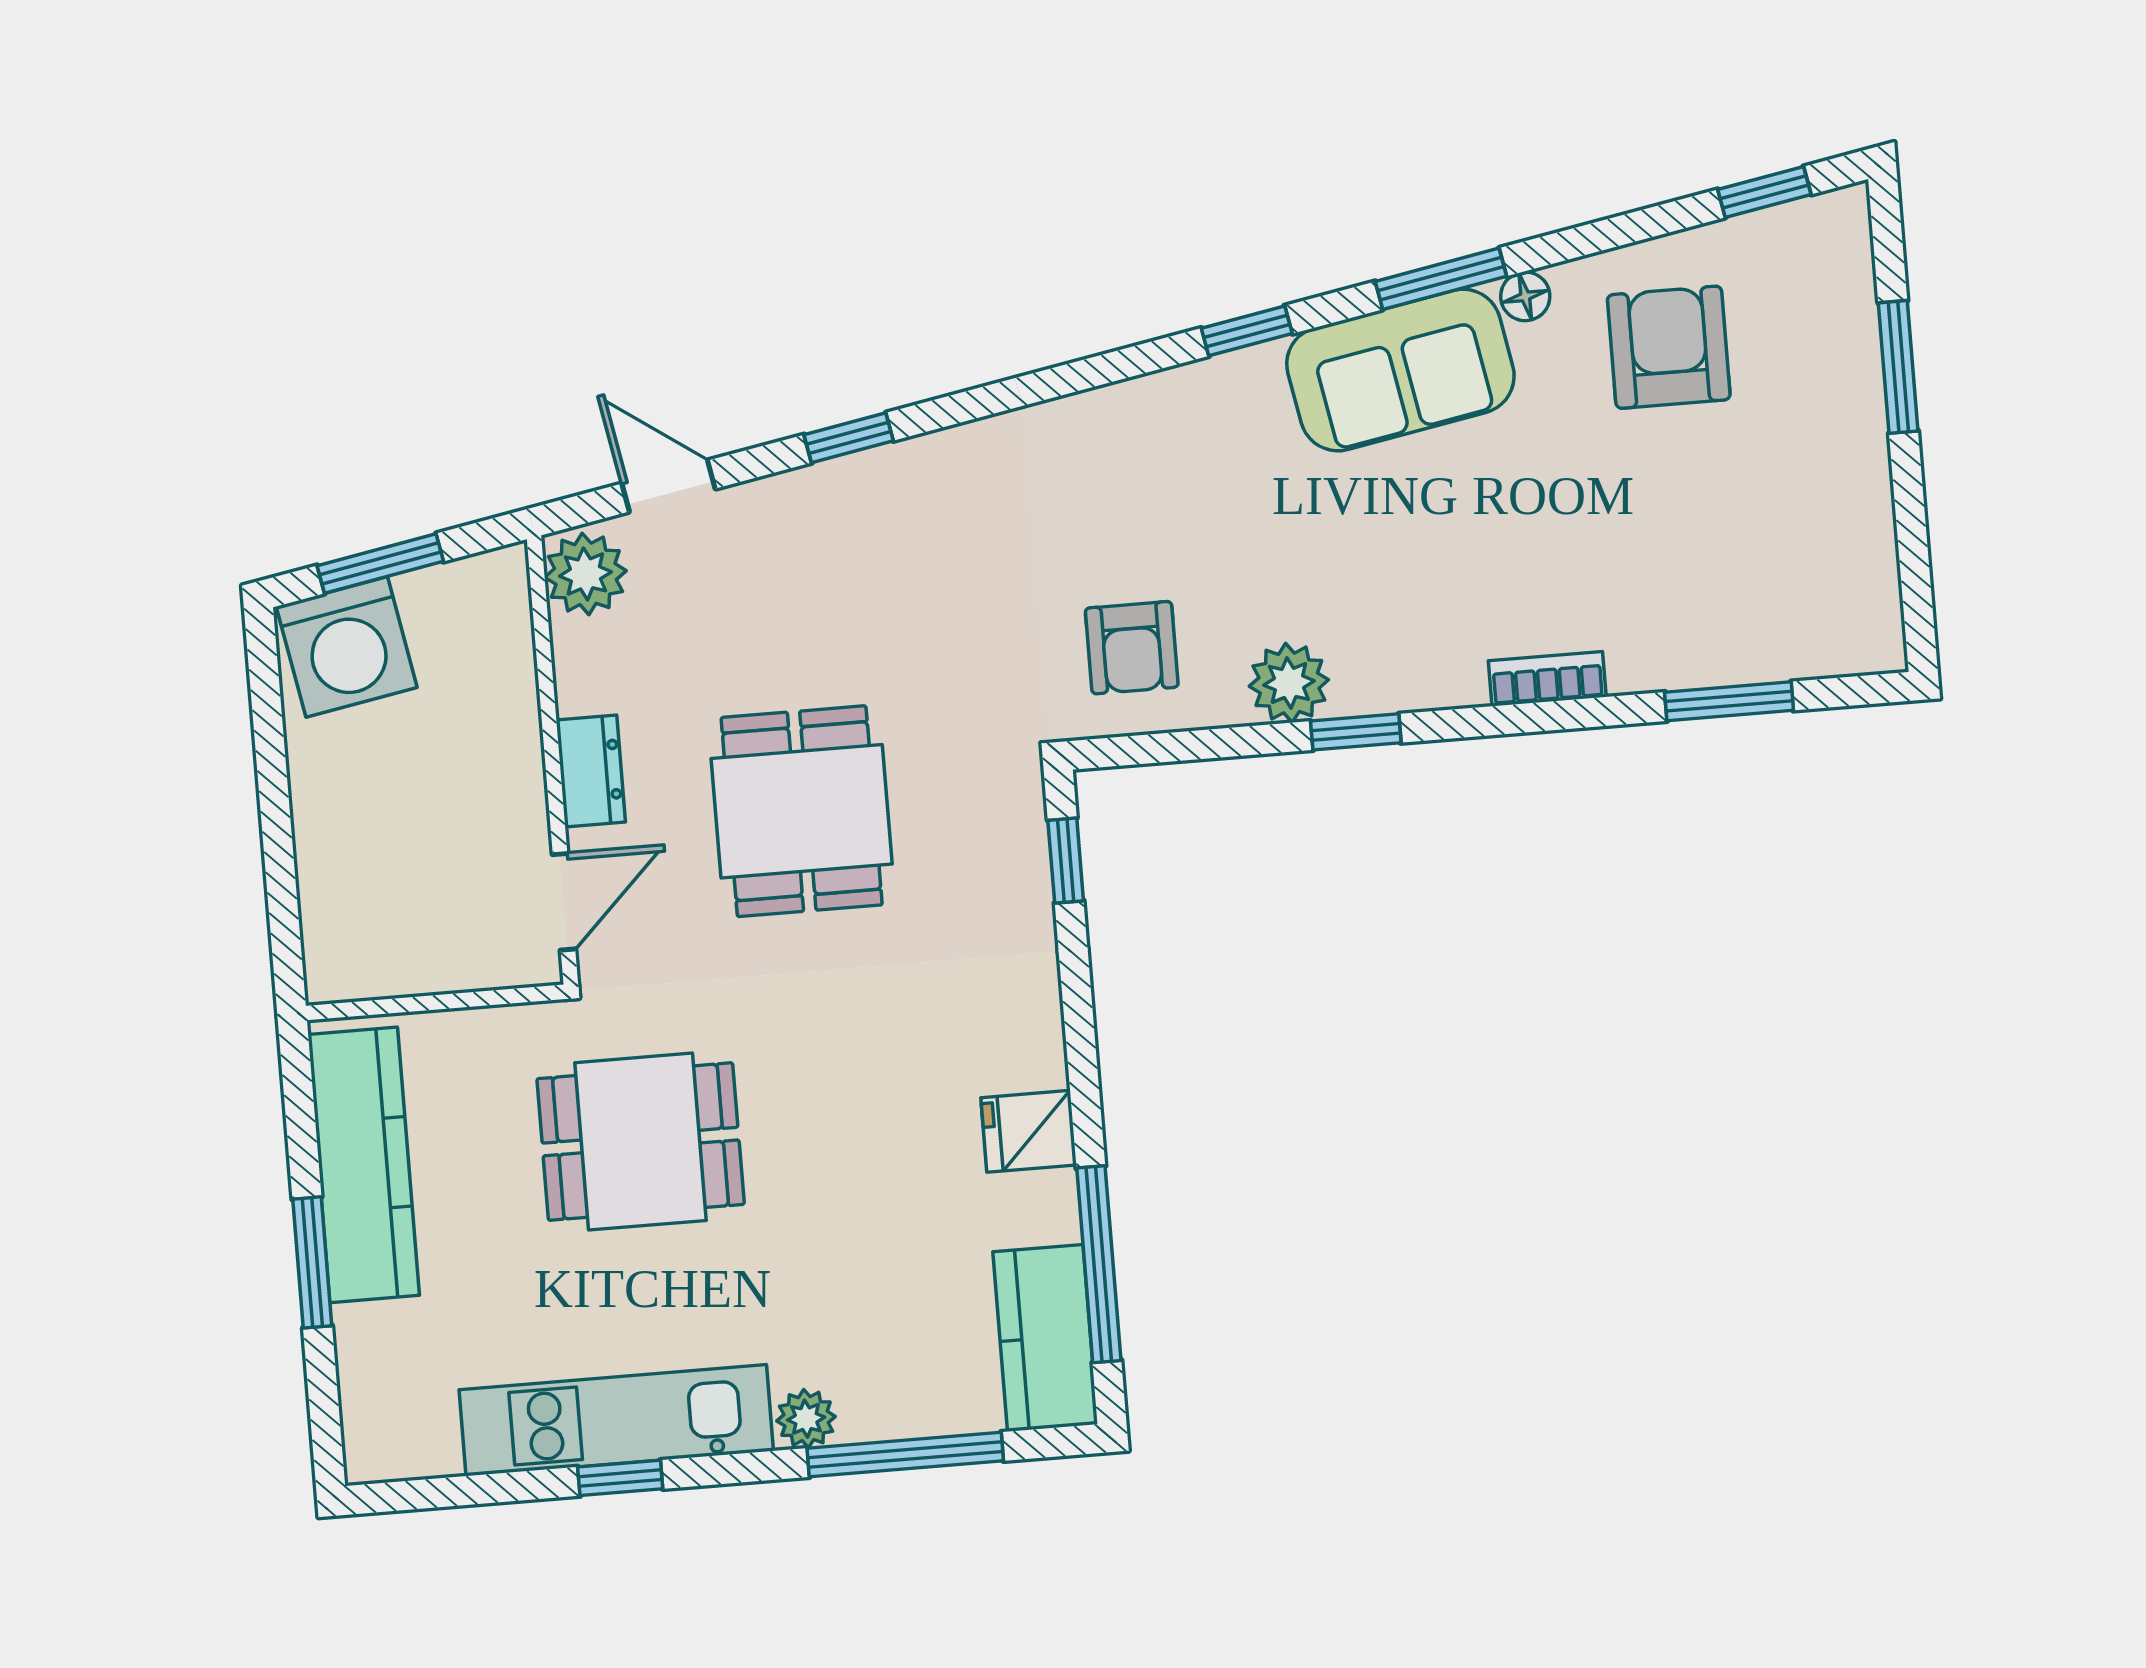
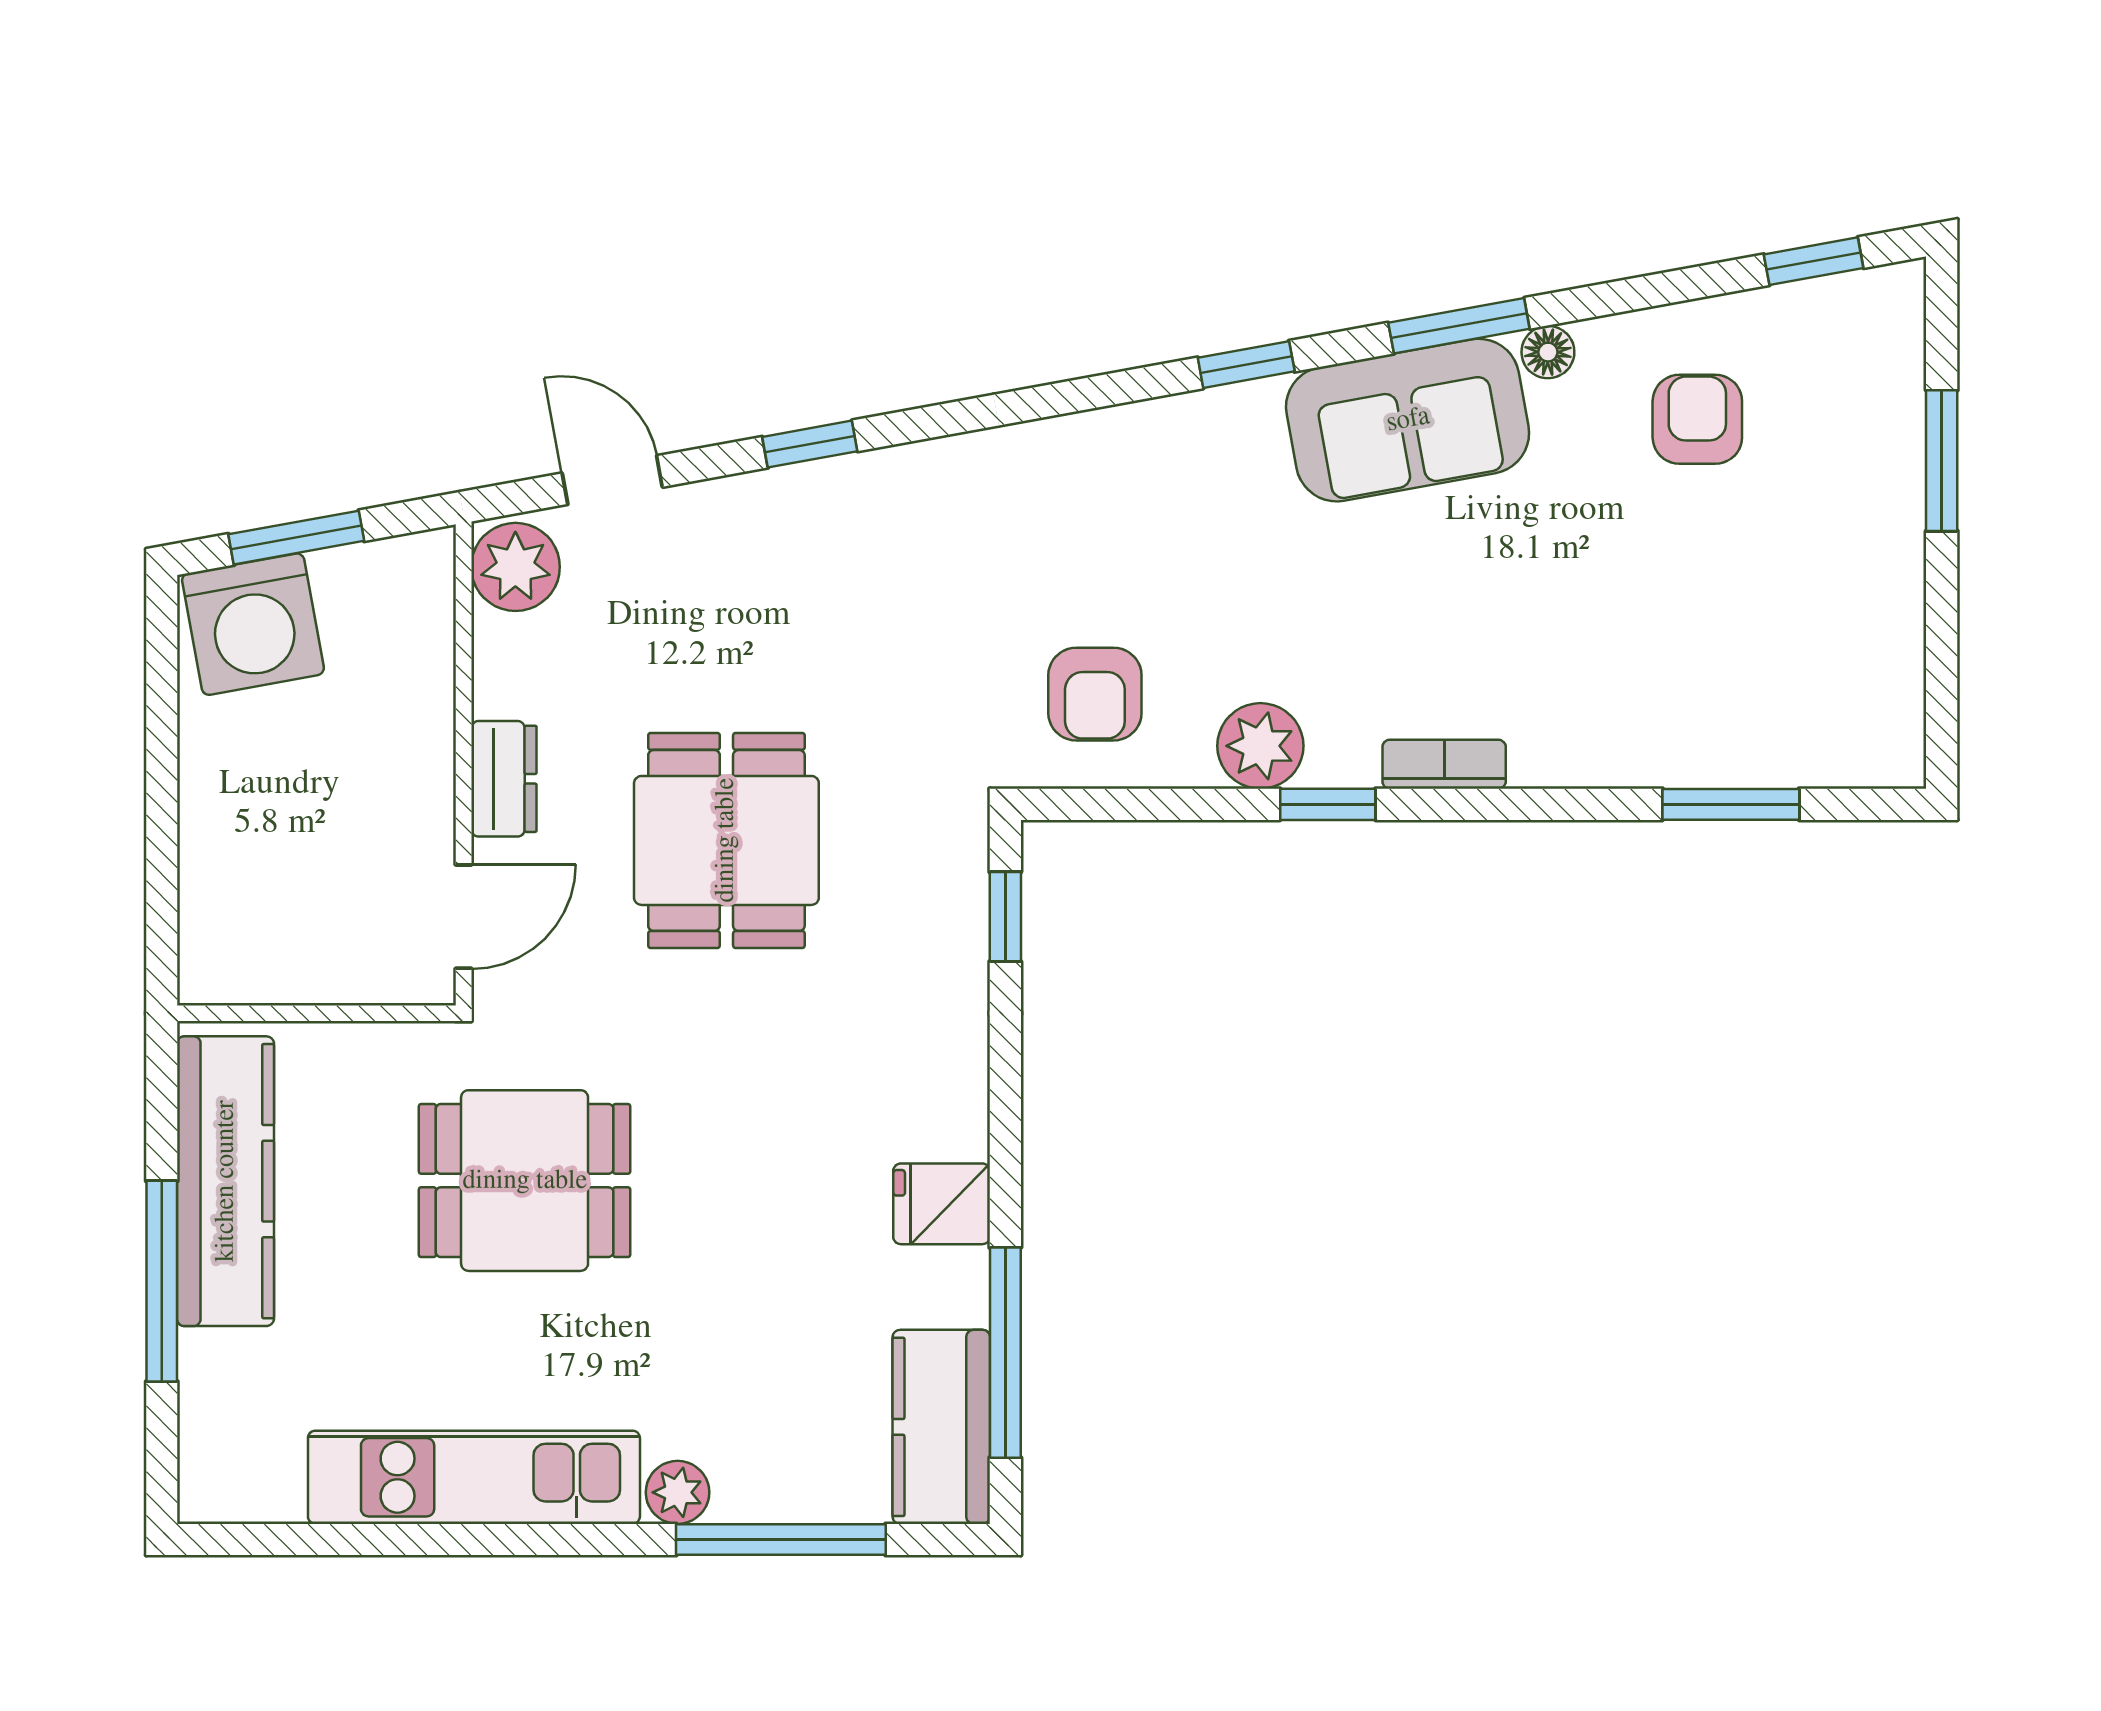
armchair: (1669, 347) -> (1697, 419), width x0.72, depth x0.72
bookcase: (1547, 679) -> (1444, 764), moved
window: (312, 1262) -> (162, 1281), width x1.44
window: (620, 1478) -> (473, 1539), removed

